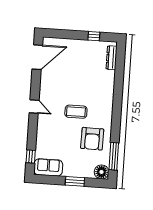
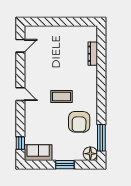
window: (94, 36) -> (74, 22), removed
door: (37, 57) -> (20, 46), width x0.53
dresser: (112, 58) -> (93, 54), moved

